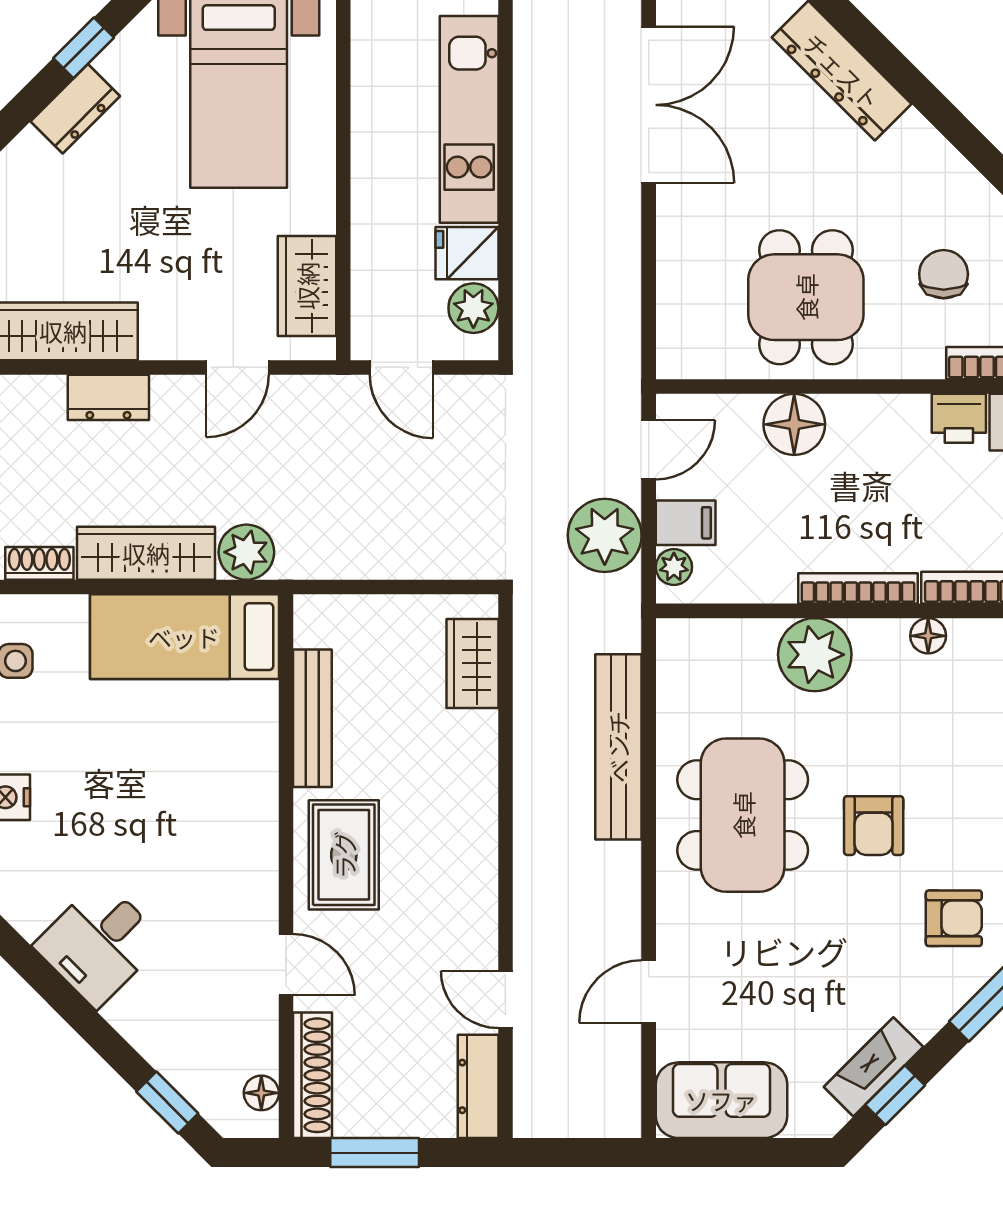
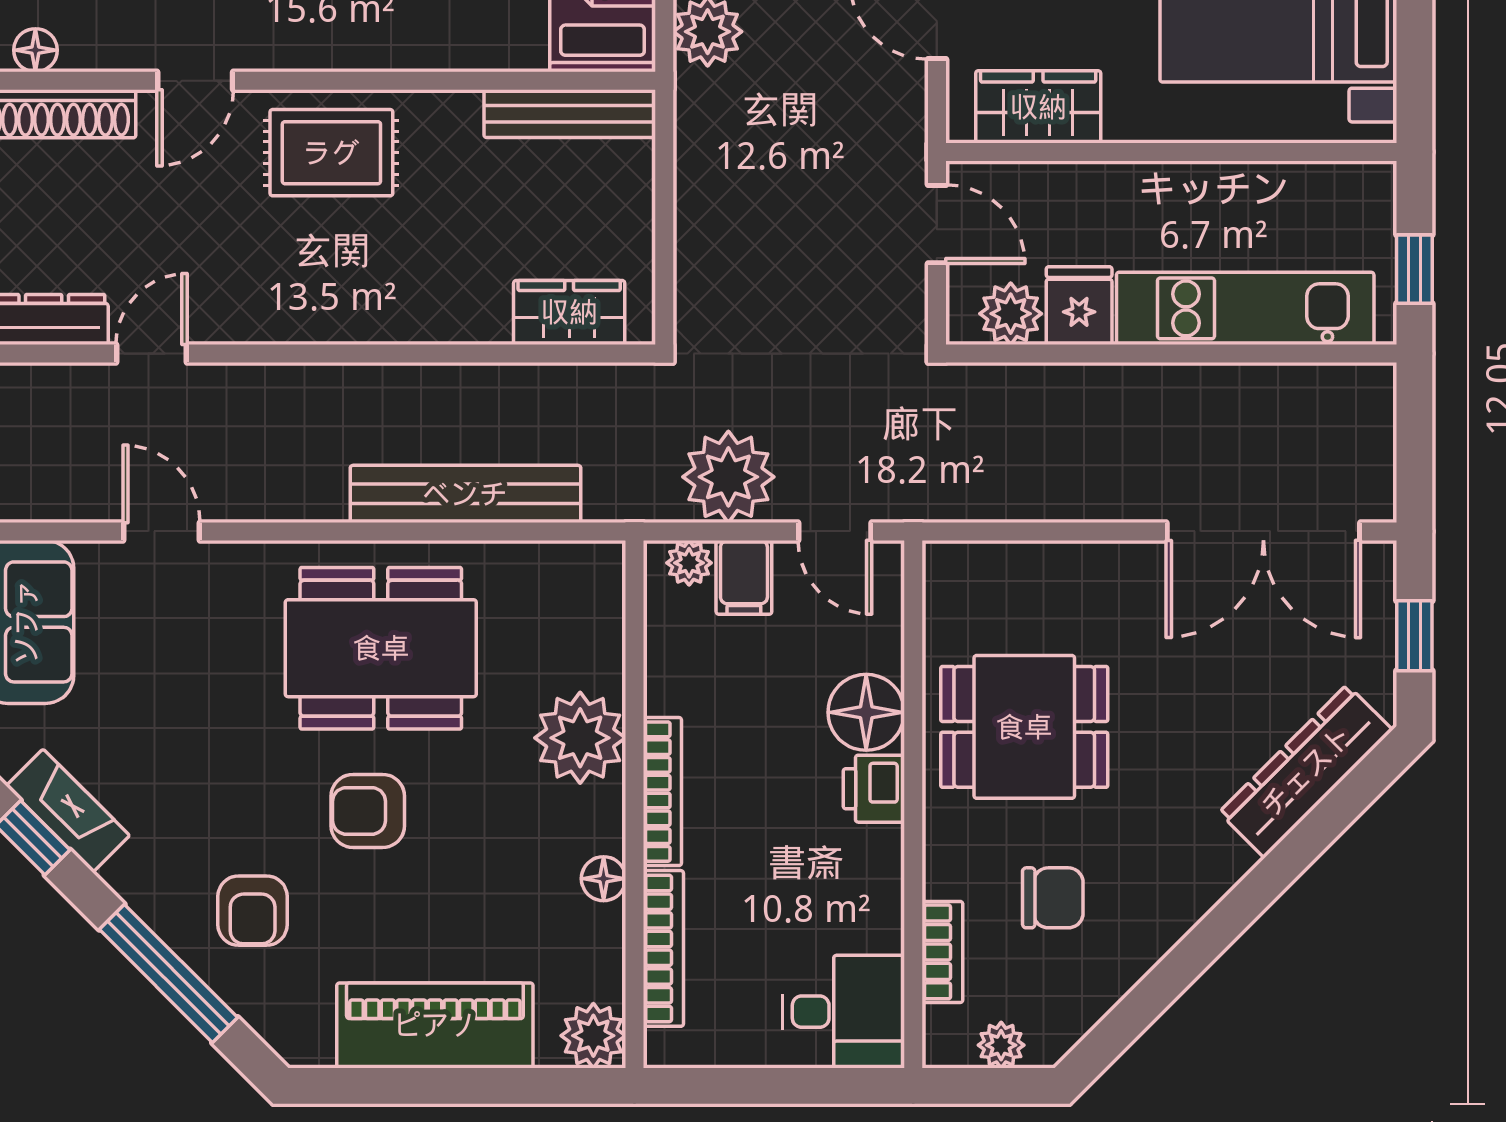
door: (401, 367) -> (937, 224), swing flipped
printer: (959, 418) -> (874, 789), moved
bench: (312, 718) -> (570, 114), moved

